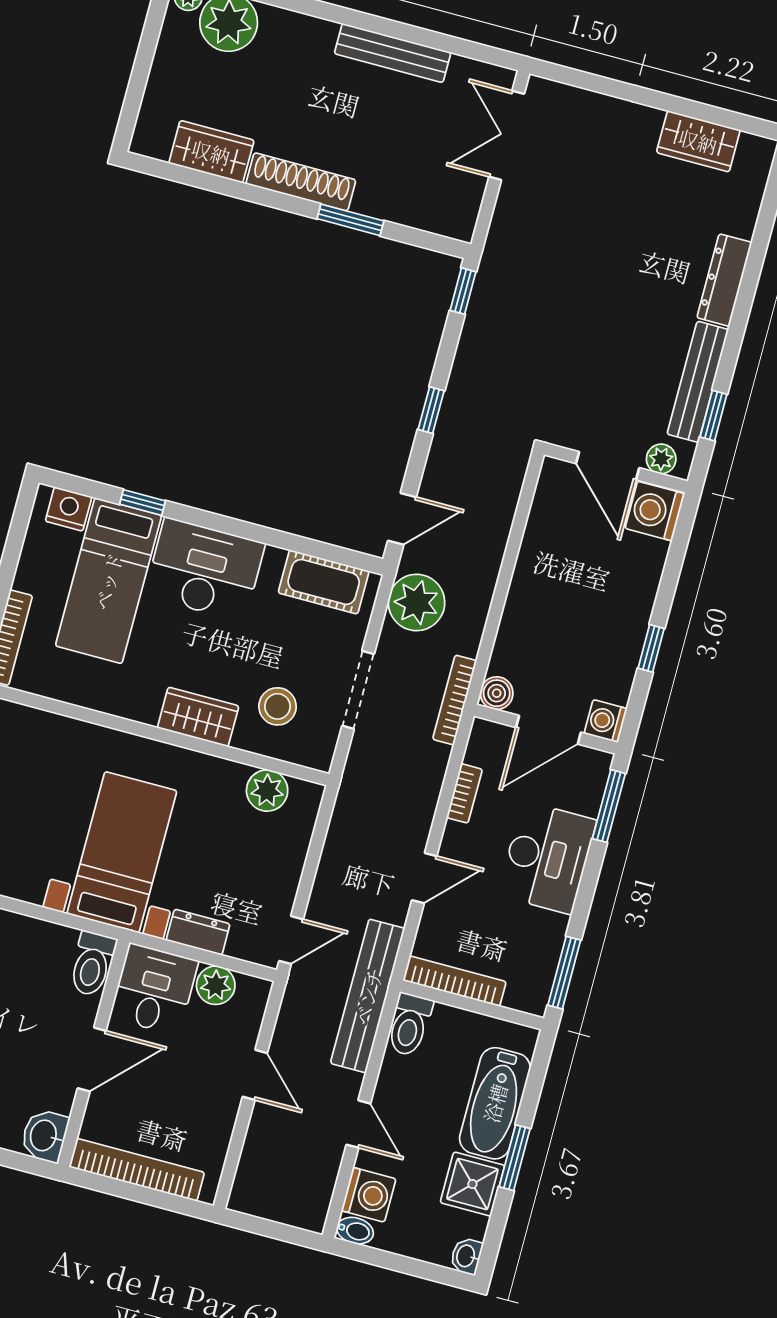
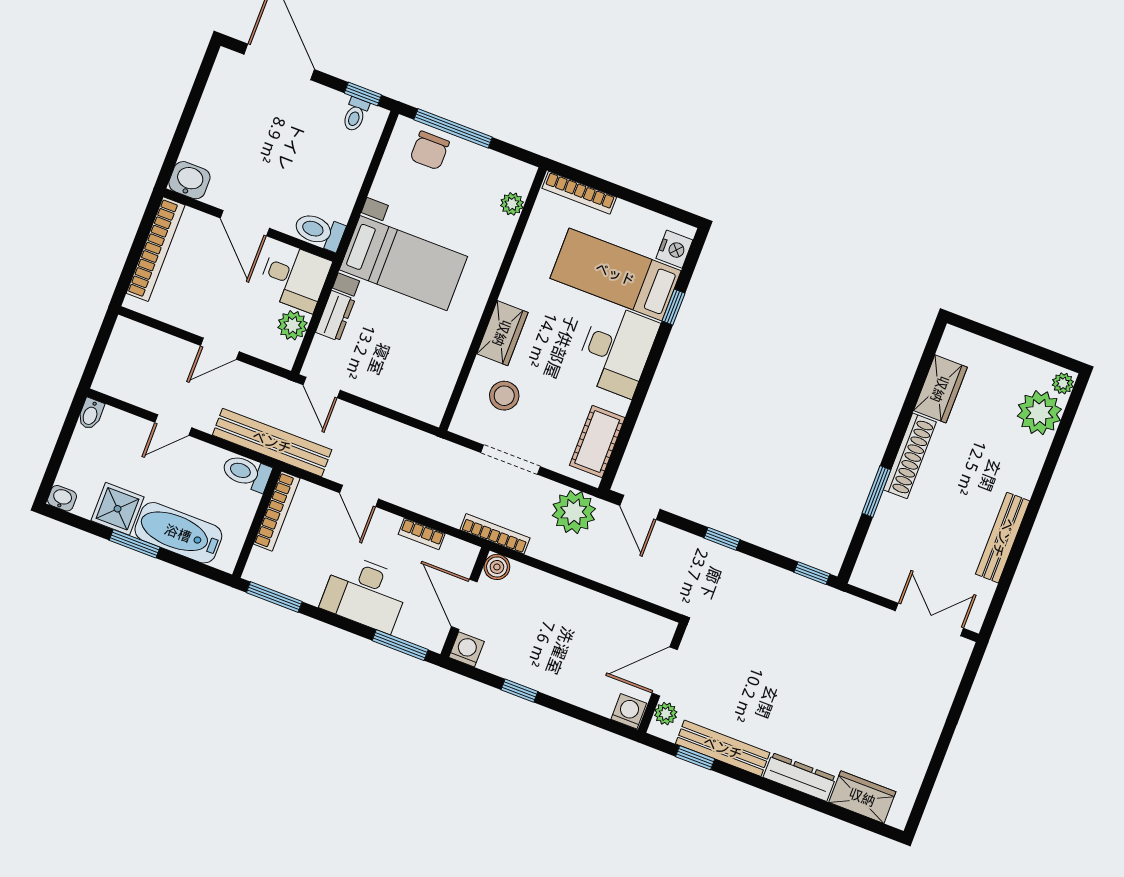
wardrobe: (698, 141) -> (862, 797), moved, turned 90
washing machine: (655, 511) -> (629, 711), width x0.73, depth x0.73
plant: (267, 790) -> (512, 204), moved, width x0.73, depth x0.73
washing machine: (369, 1195) -> (118, 427), removed

